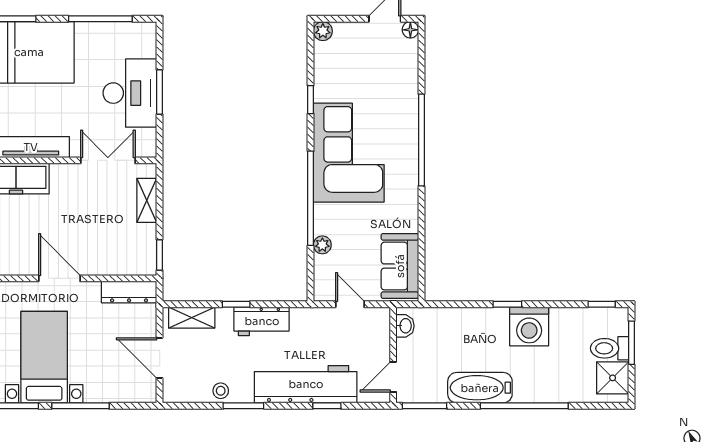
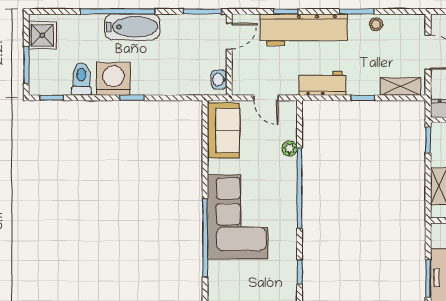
corner sofa: (349, 153) -> (238, 217), moved, turned 180
workbench: (262, 321) -> (322, 83), moved
toilet: (609, 348) -> (81, 79), moved, turned -90
bathtub: (480, 388) -> (132, 27), moved

